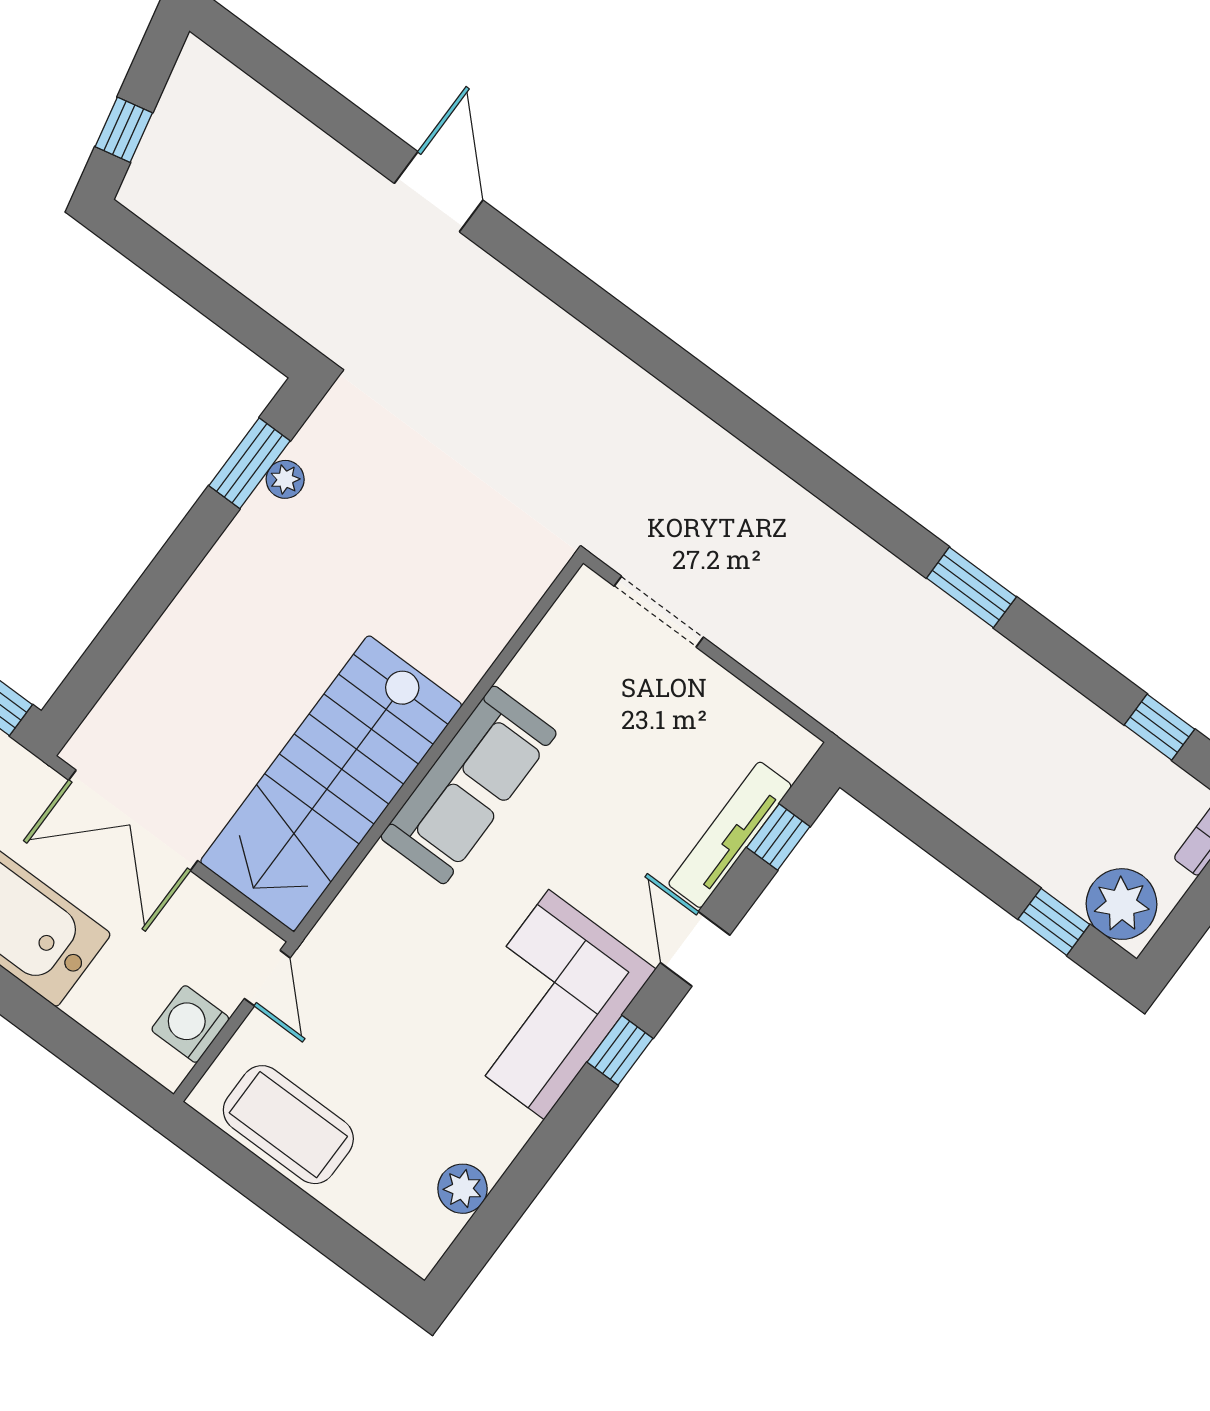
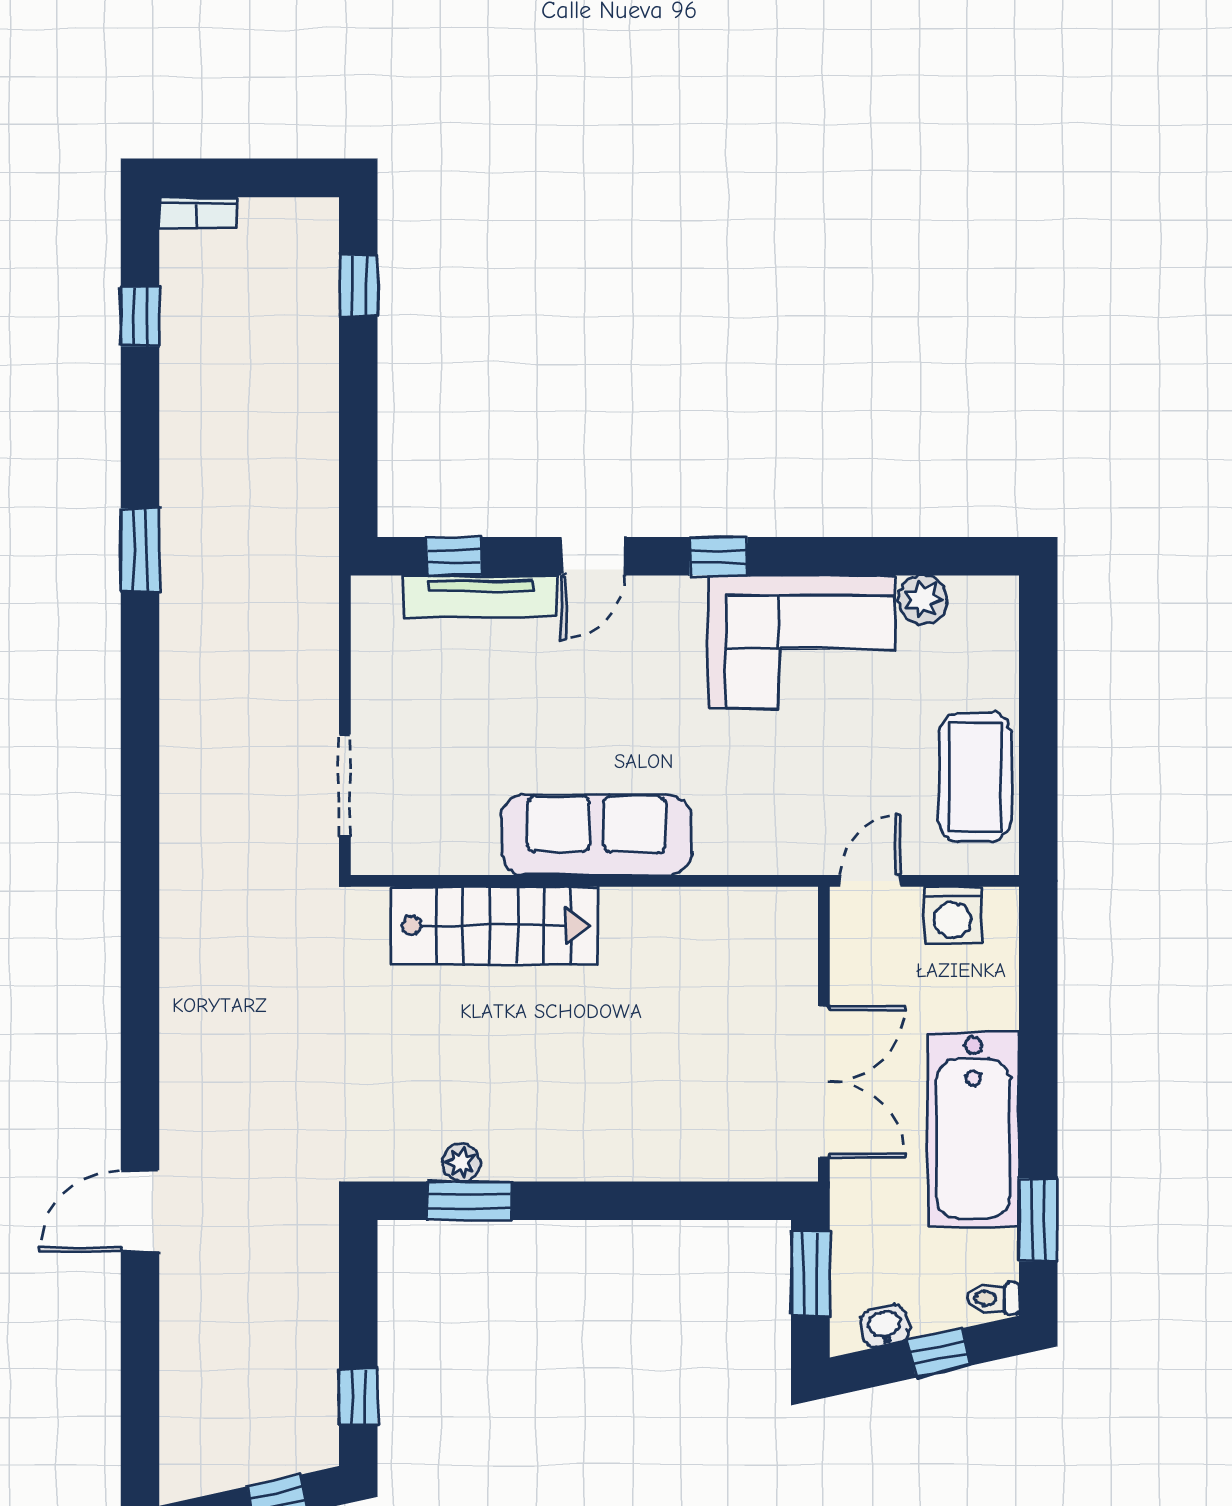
window: (157, 256) -> (358, 1397), added
stairs: (331, 783) -> (495, 926), moved, width x0.73, depth x0.66
plant: (1122, 904) -> (304, 242), removed
corner sofa: (546, 1004) -> (801, 642), moved

